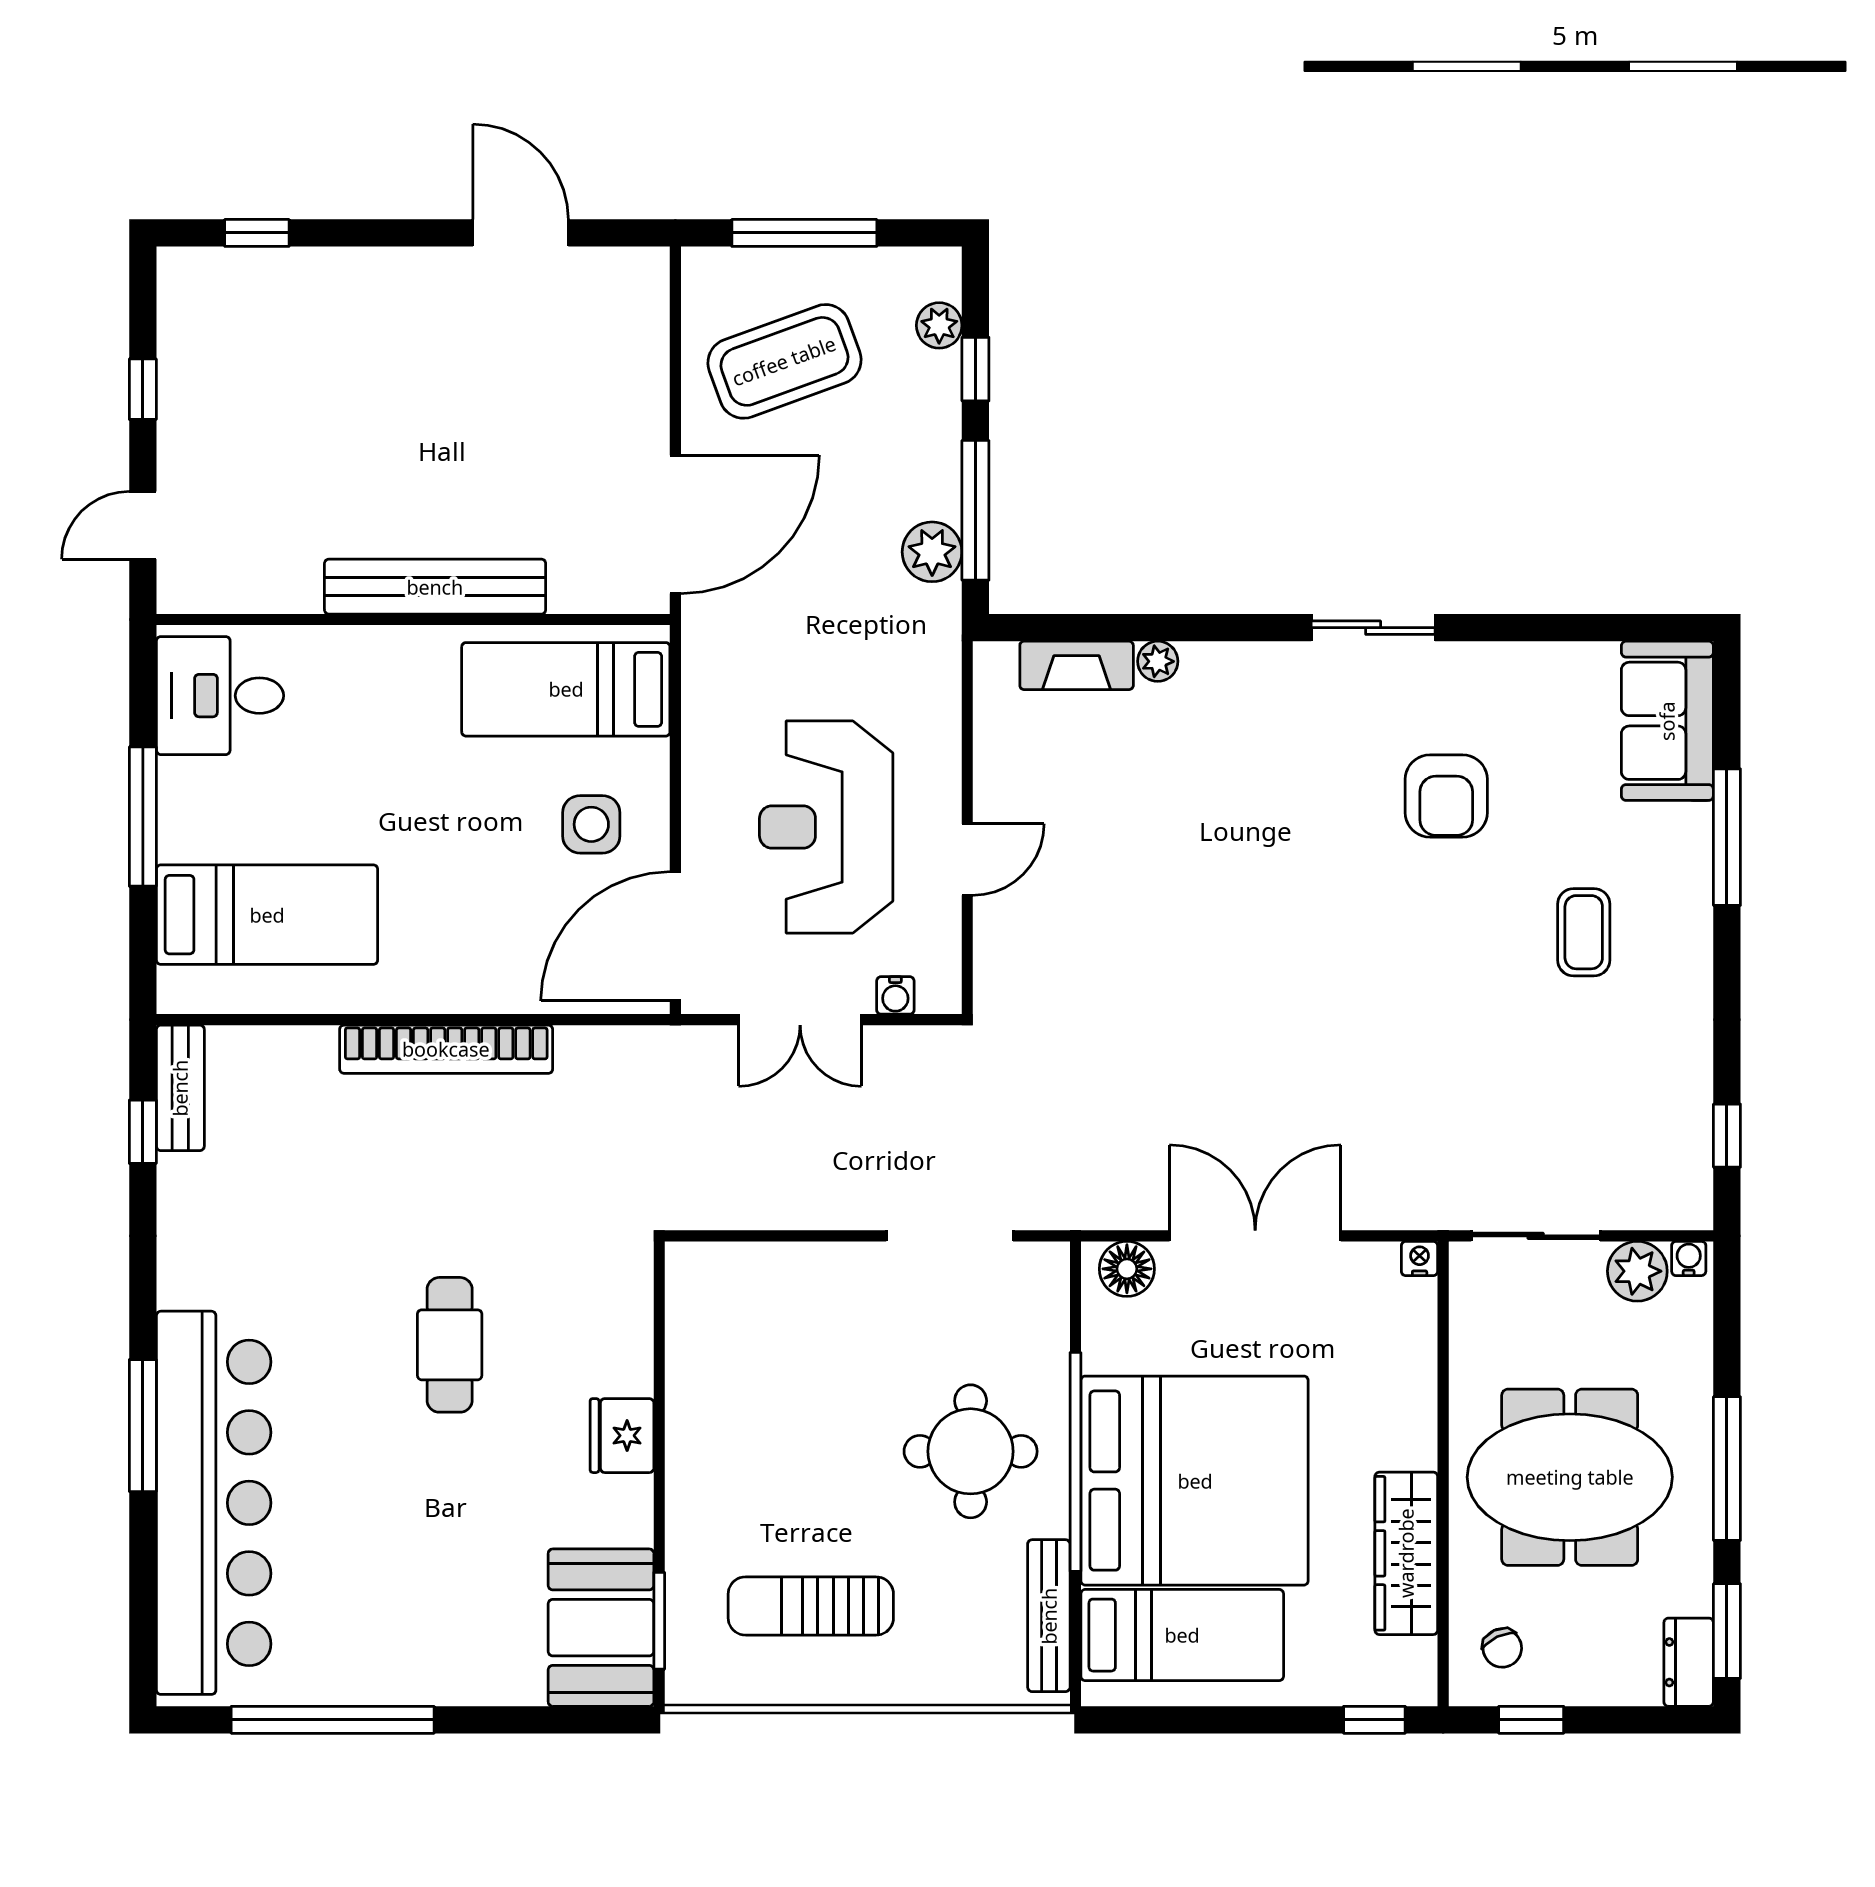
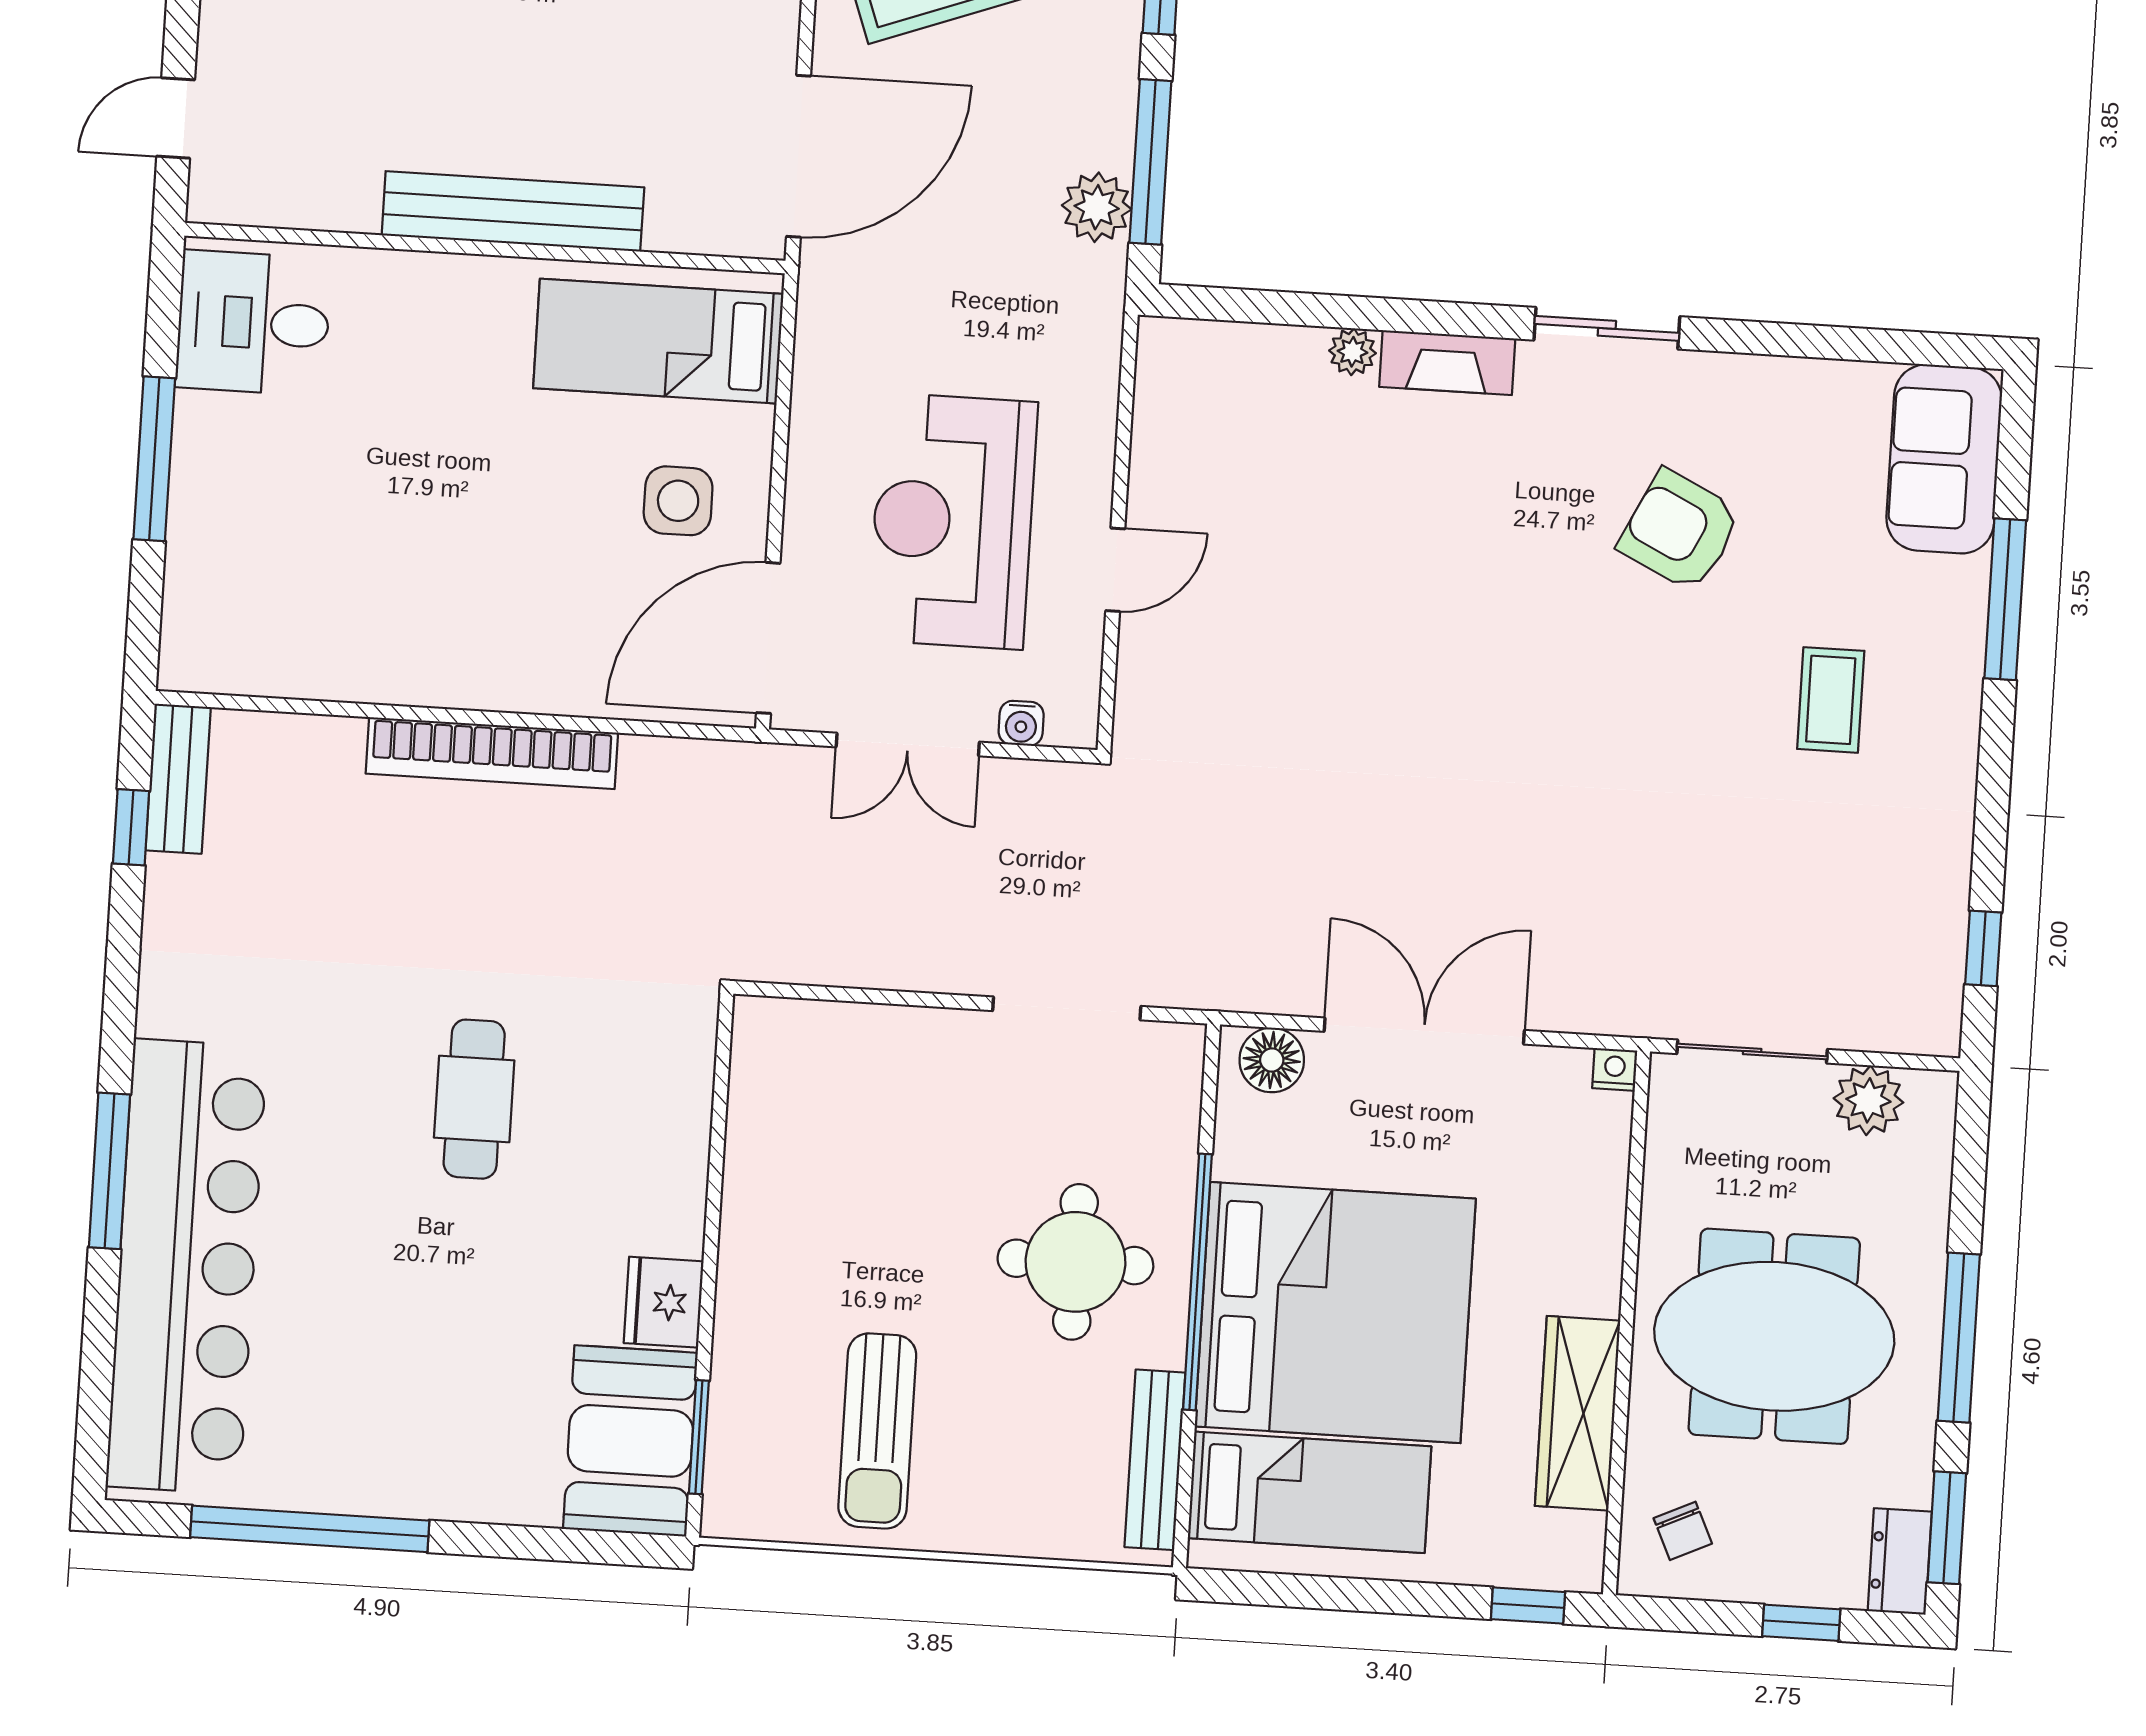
fireplace: (1077, 665) -> (1447, 363), moved
armchair: (1446, 796) -> (1680, 530), turned 116
bed: (267, 915) -> (292, 583), removed
water cooler: (1689, 1258) -> (1929, 1089), removed
fridge: (622, 1436) -> (664, 1302), moved
sun lounger: (811, 1606) -> (877, 1431), turned -90
window: (1531, 1720) -> (1801, 1623), moved

